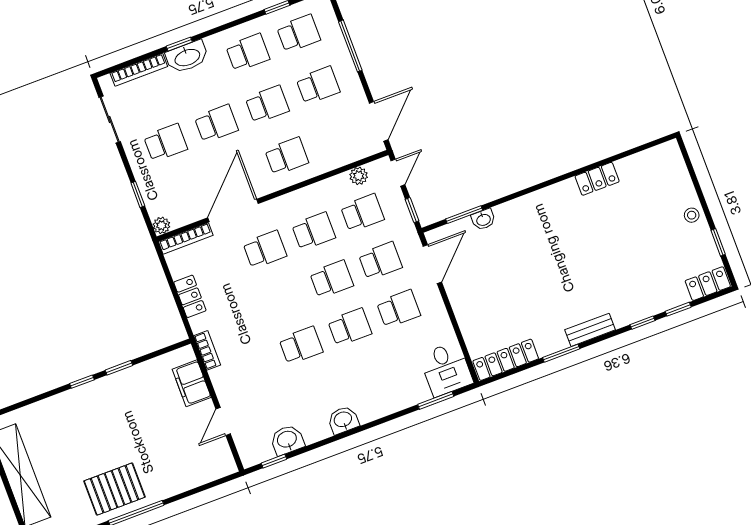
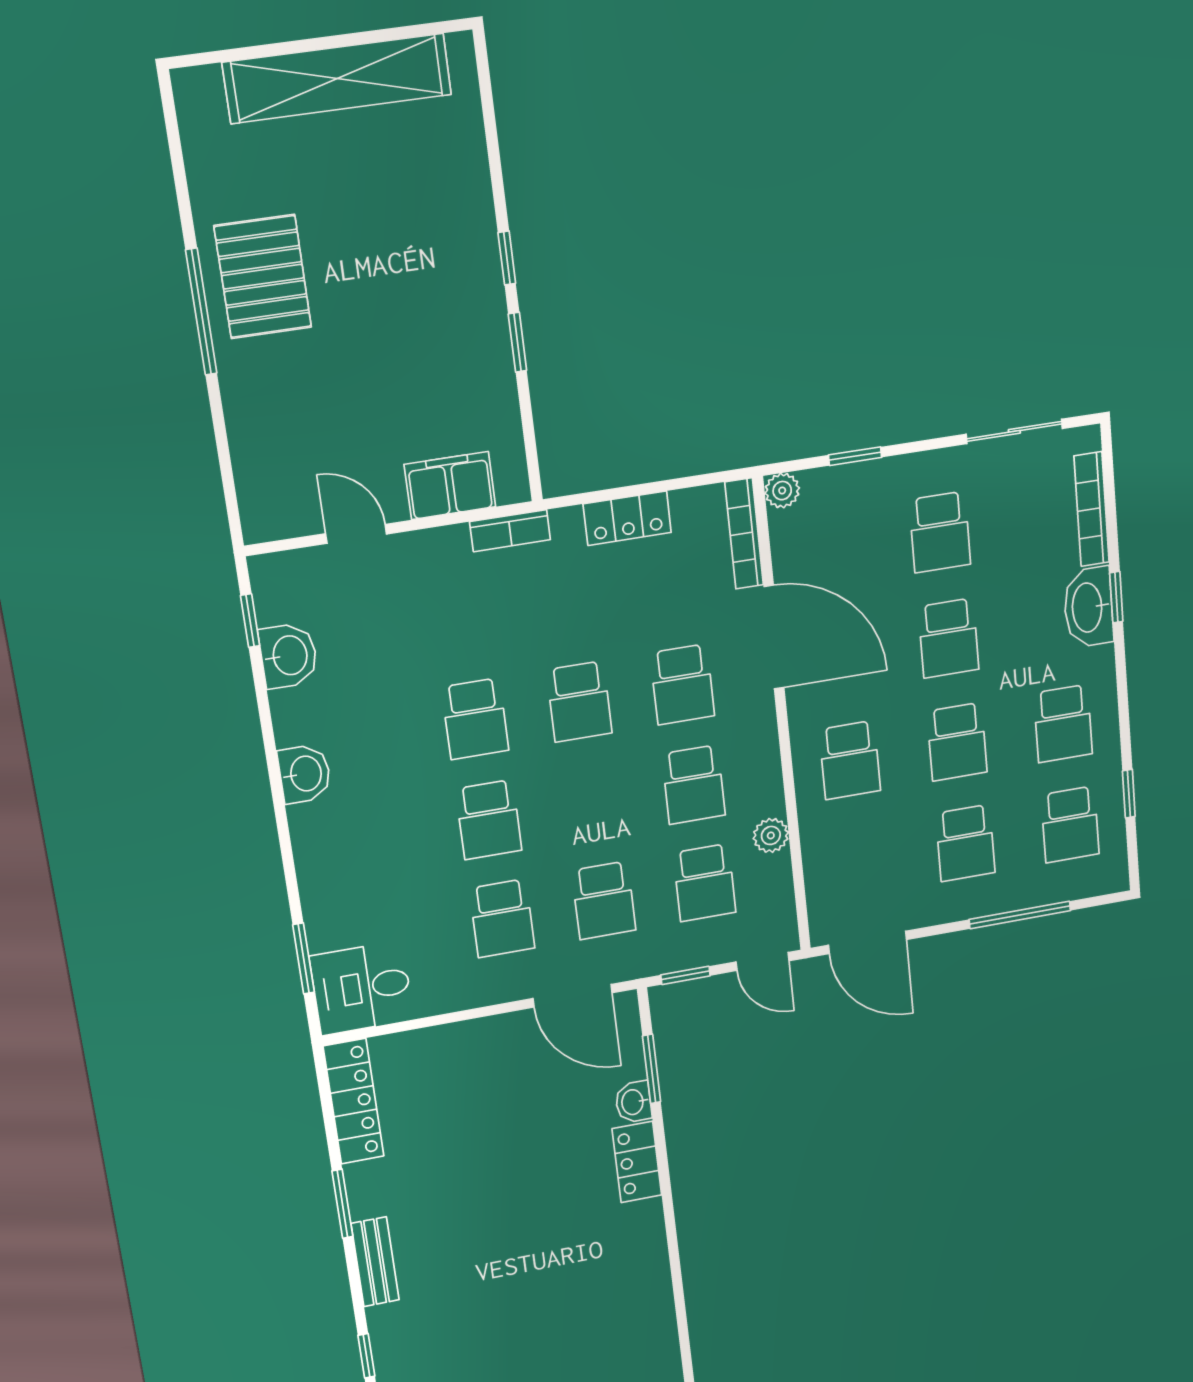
plant: (359, 176) -> (771, 835), moved
locker: (597, 179) -> (637, 1162), moved
school desk: (332, 279) -> (579, 701), moved

